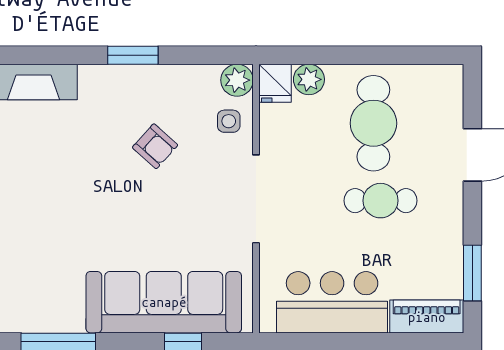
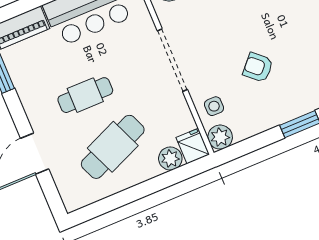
cafe table: (373, 123) -> (113, 147), turned 67

